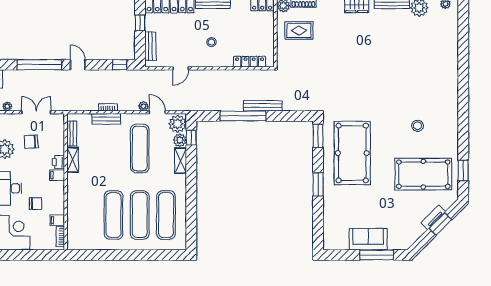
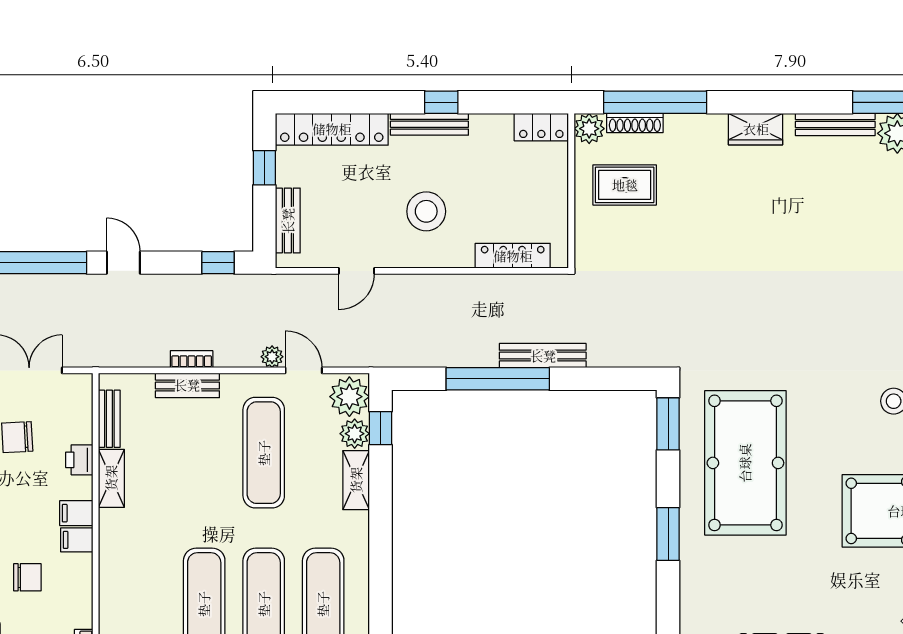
stool: (211, 42) -> (426, 211), width x1.89, depth x1.89
printer: (58, 162) -> (79, 460), moved
filing cabinet: (57, 220) -> (77, 540), moved

